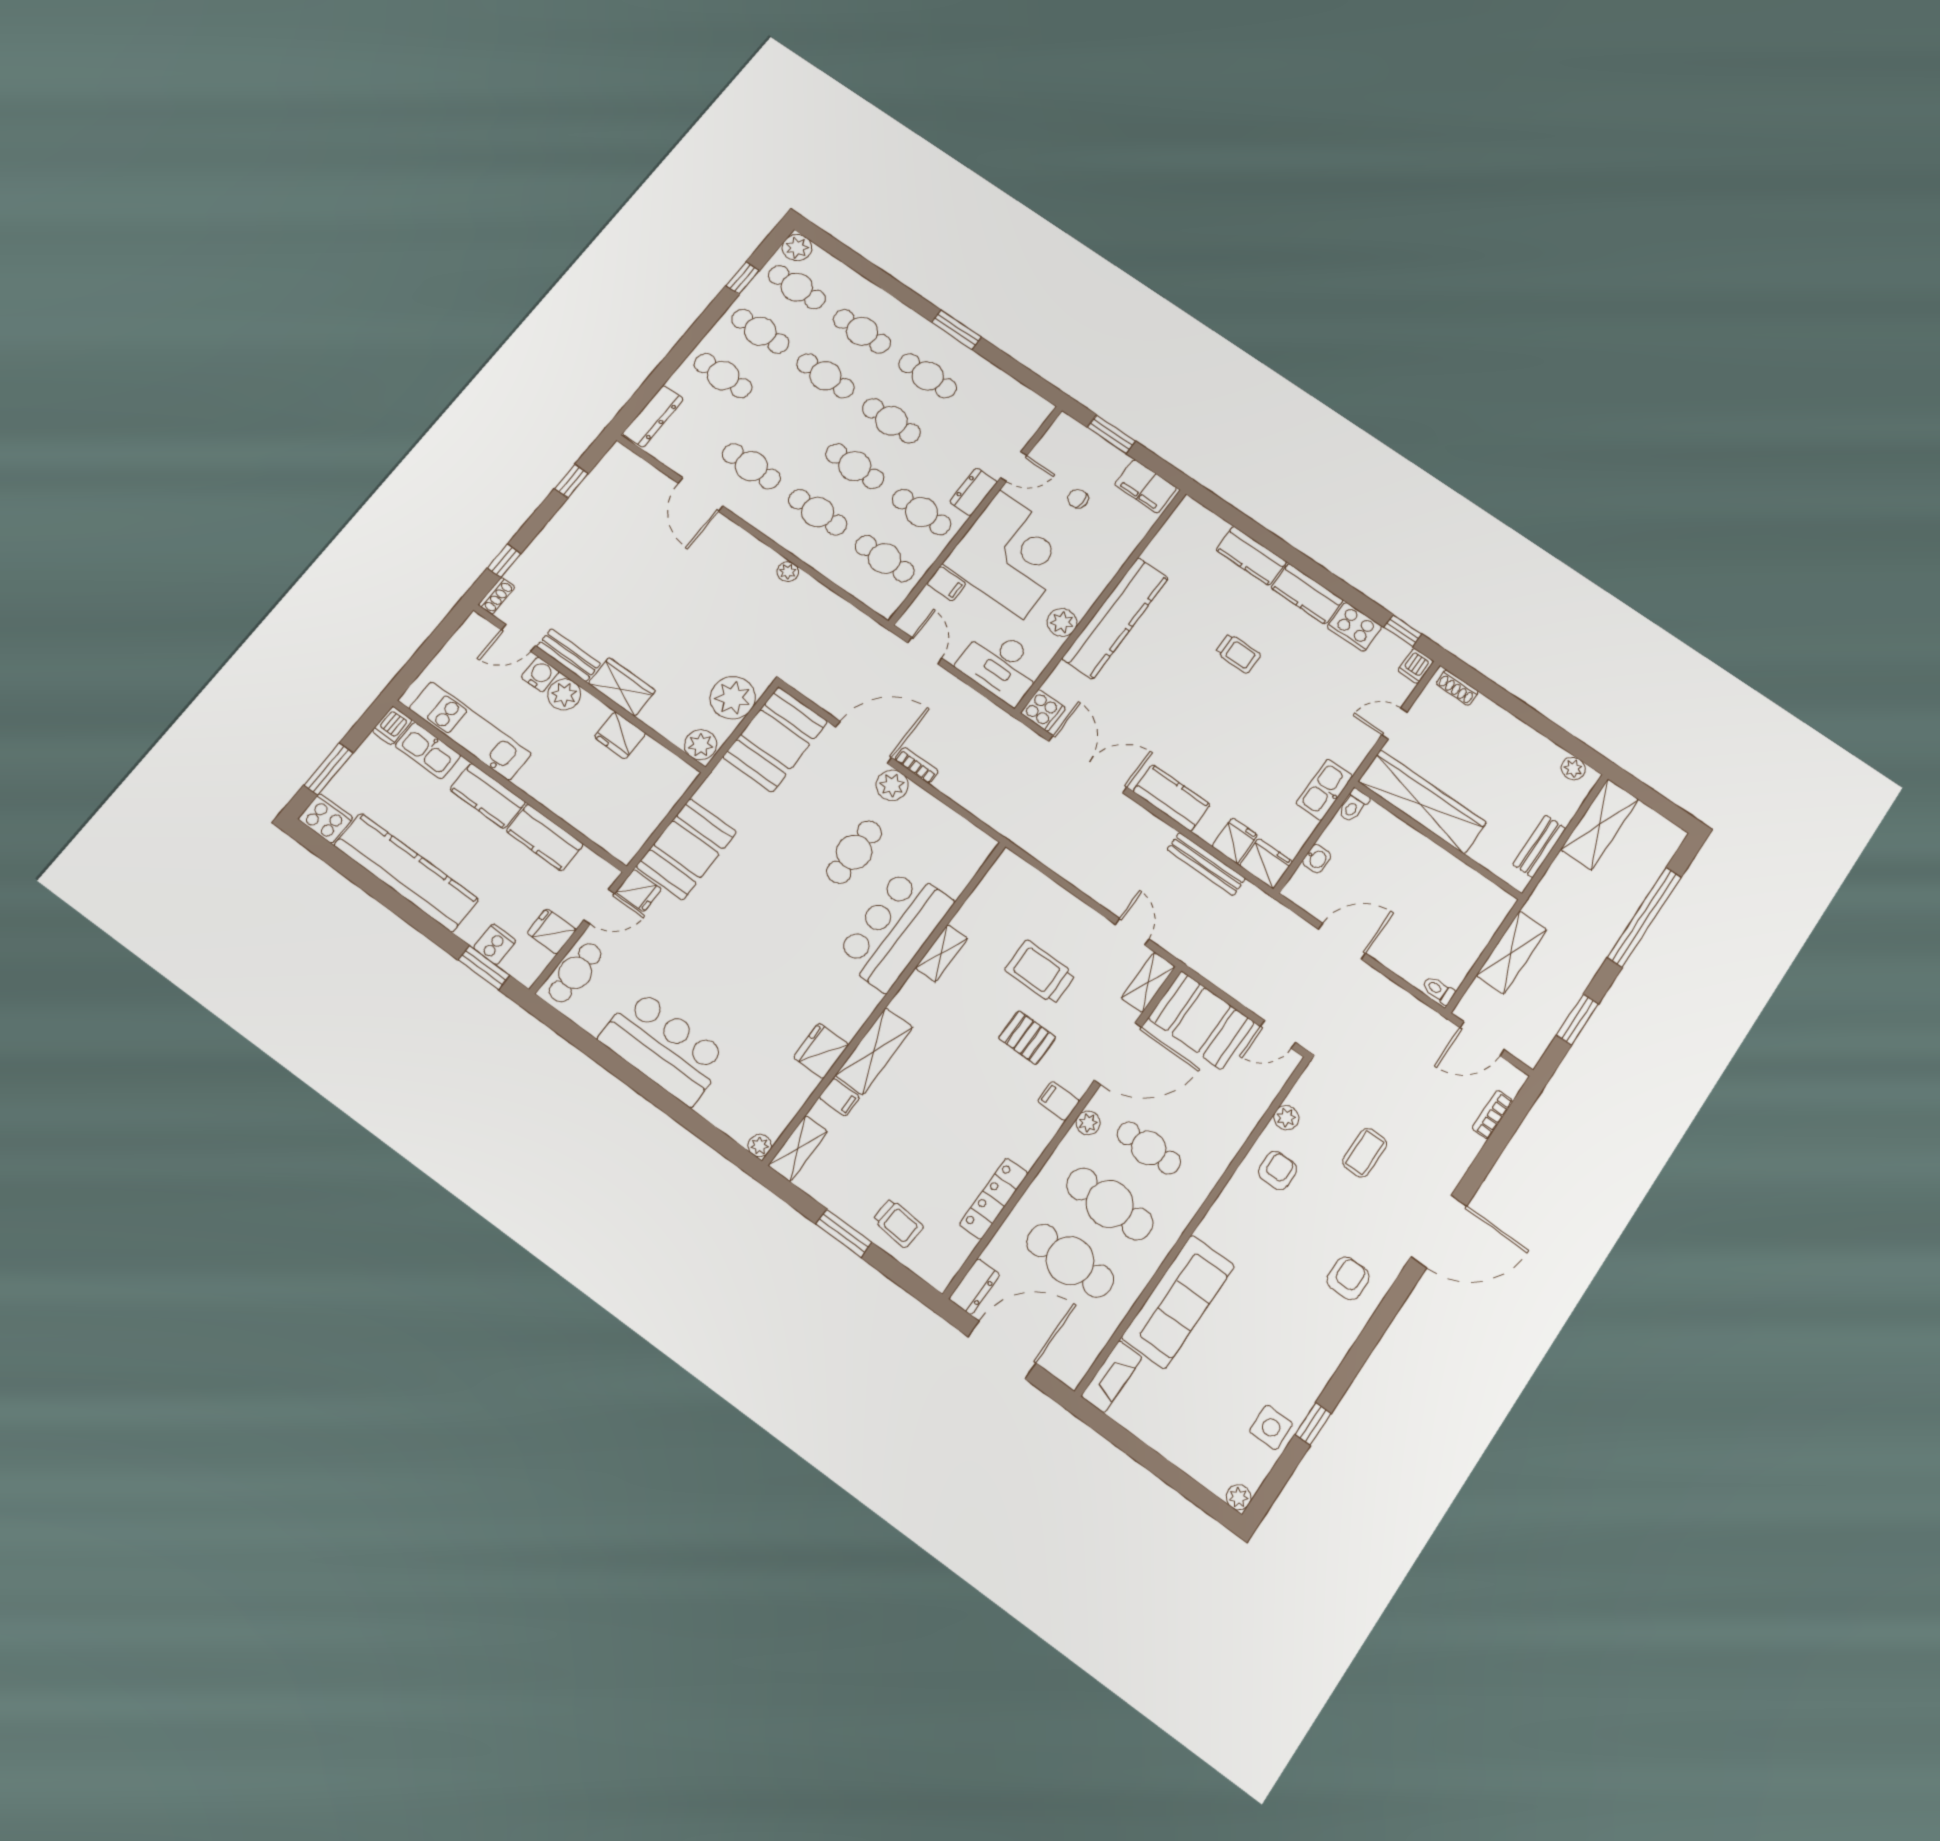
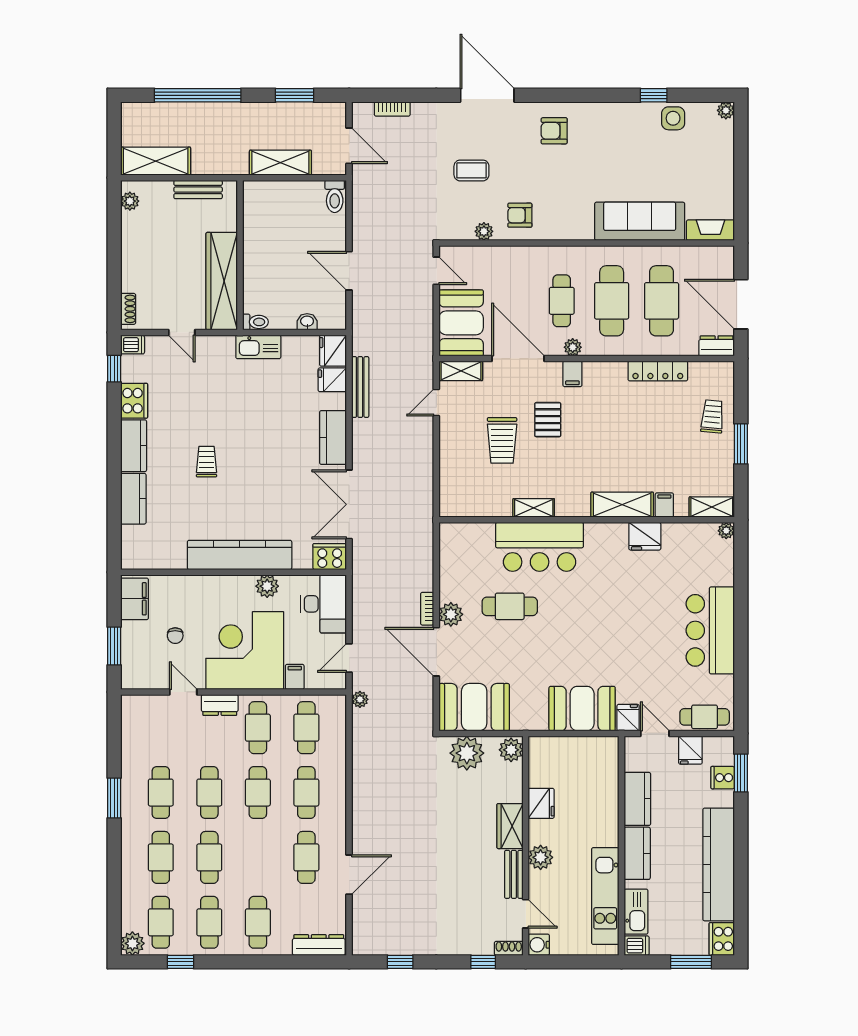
plant: (788, 572) -> (360, 699), moved
water cooler: (540, 674) -> (539, 945), moved
cooker: (1043, 710) -> (330, 557), width x1.36
toilet: (1438, 990) -> (335, 196), width x1.37, depth x1.39

